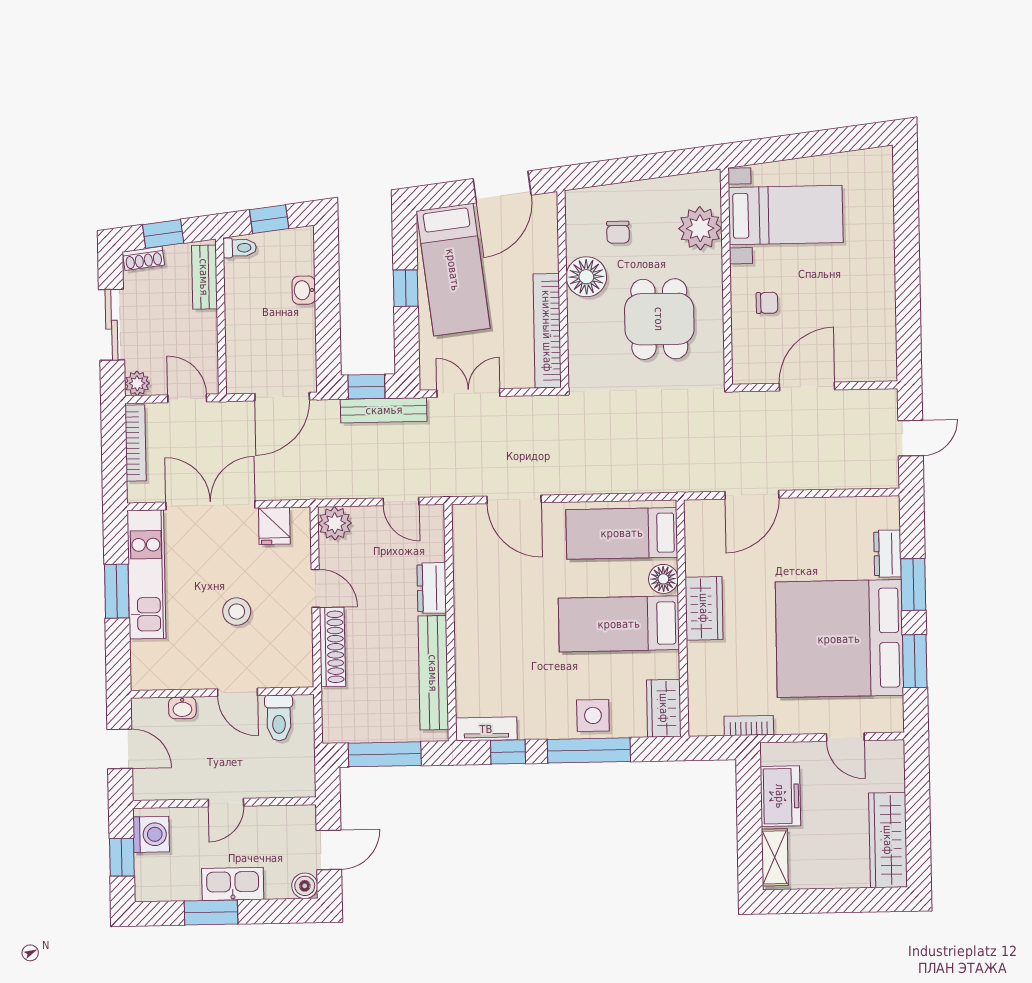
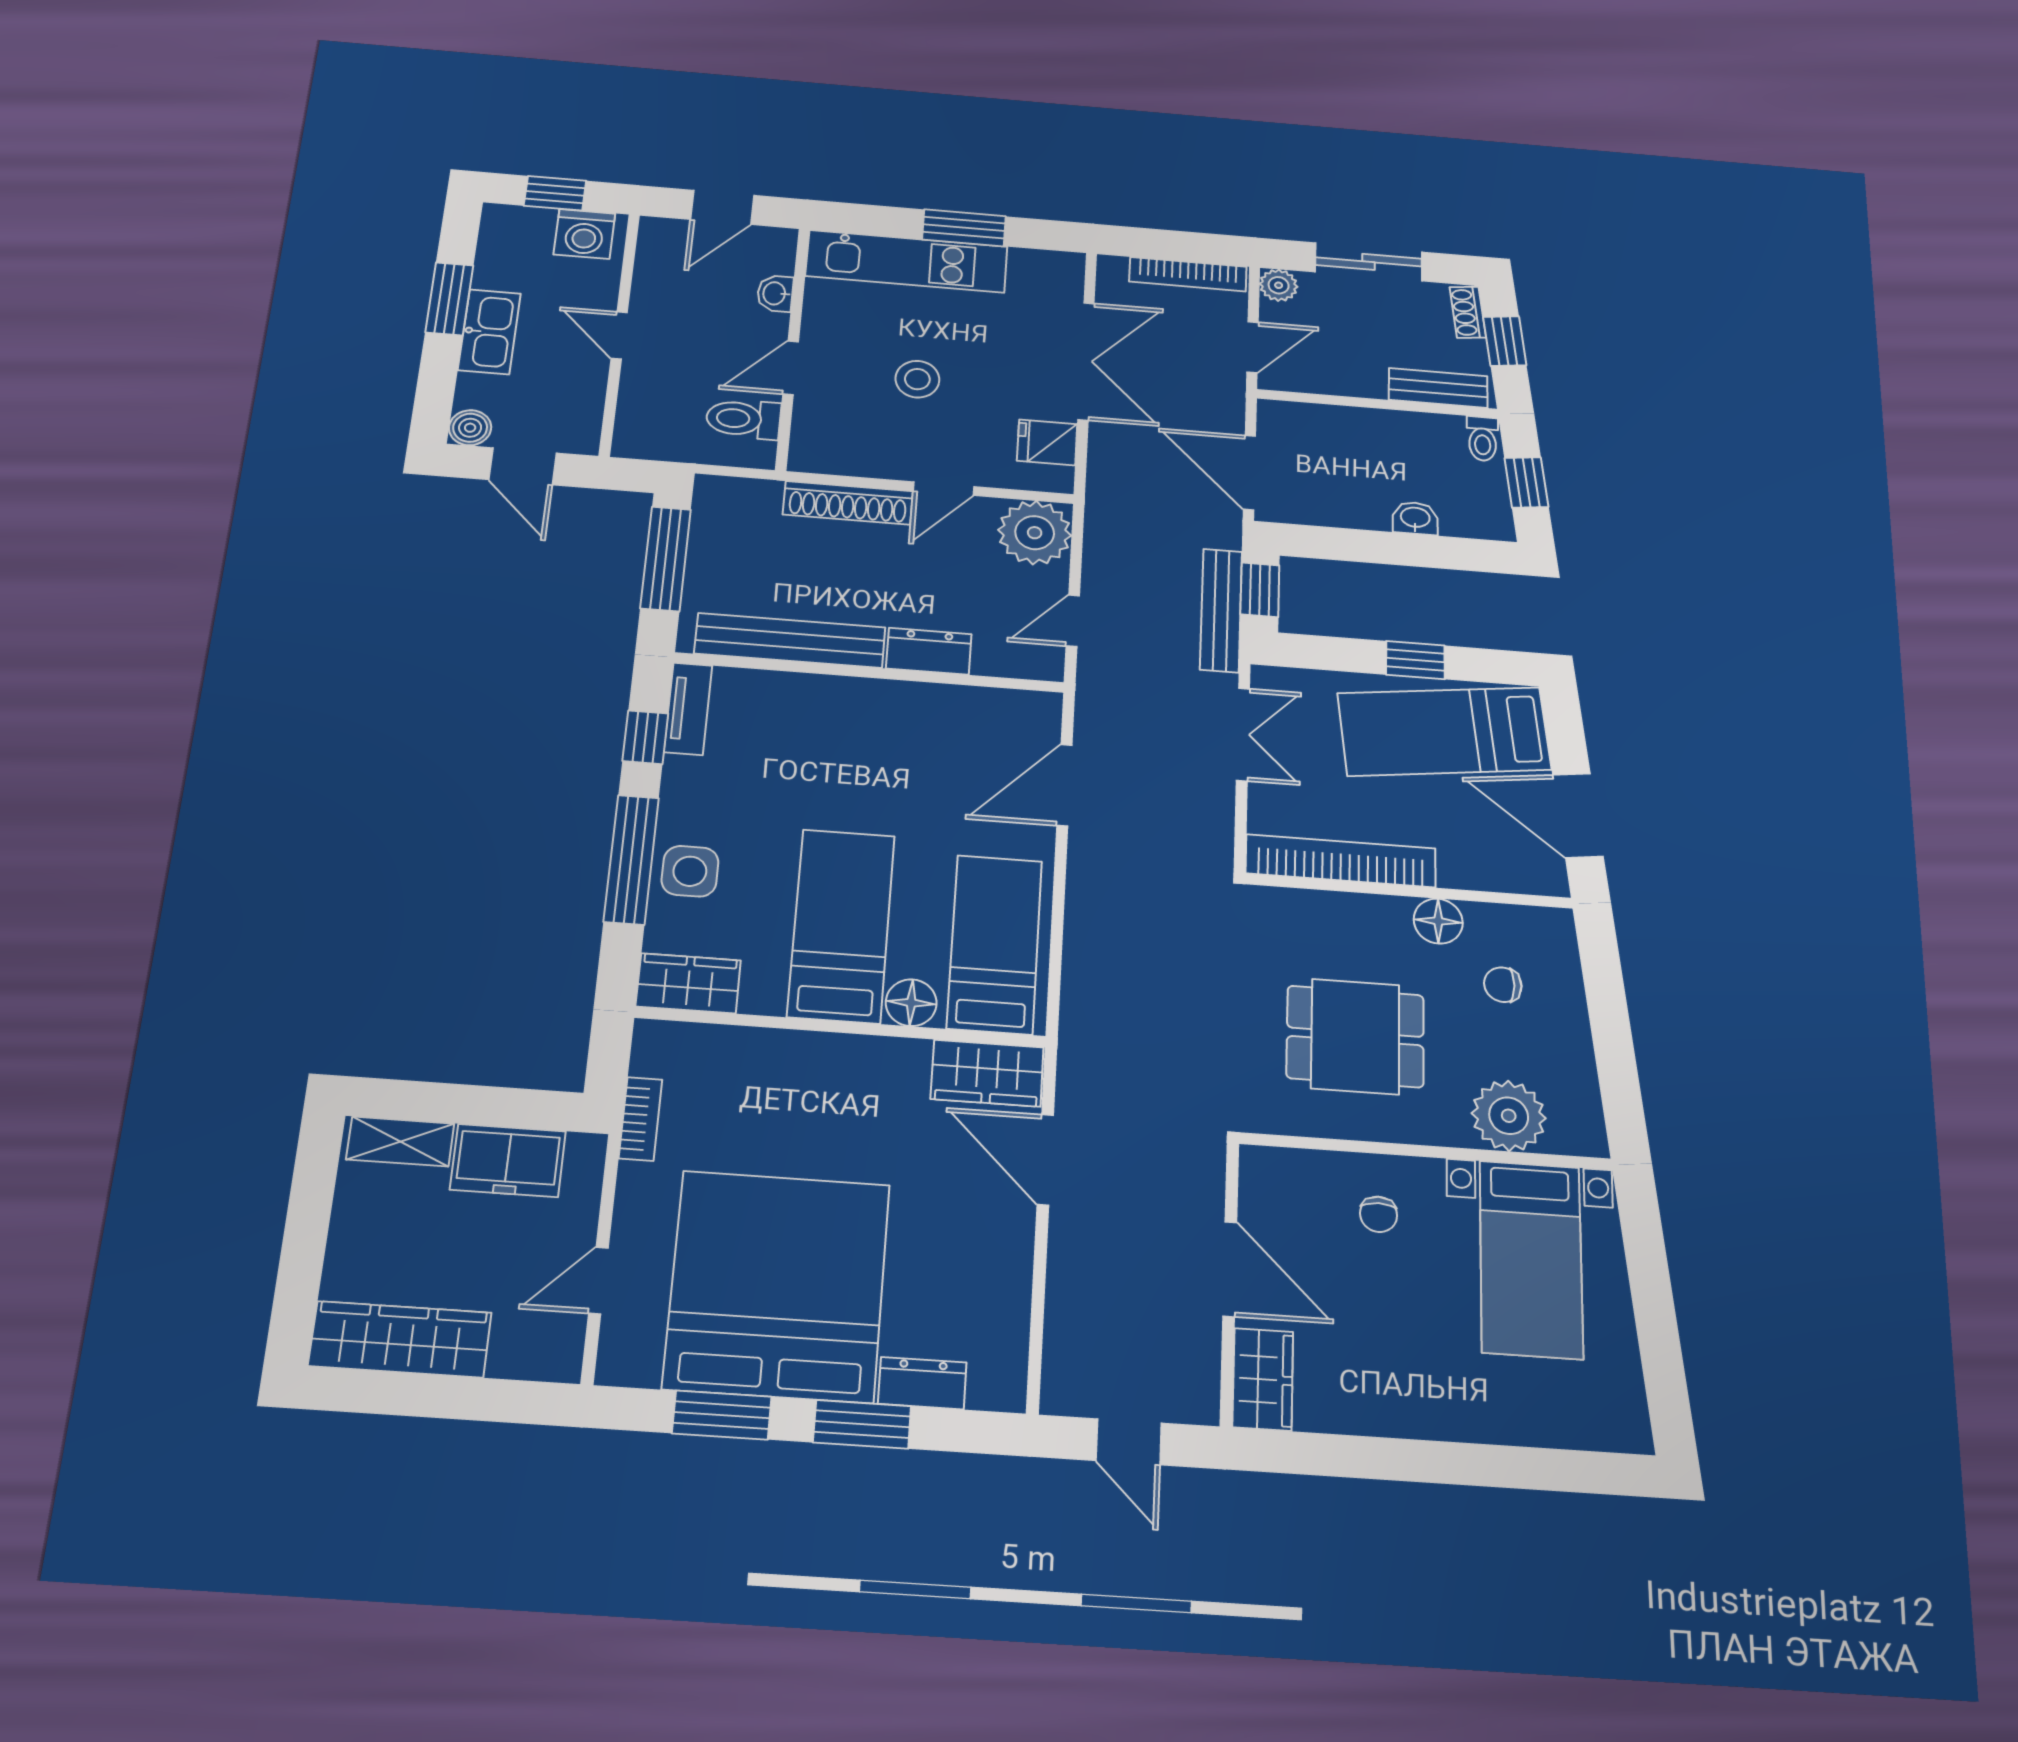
floor lamp: (586, 277) -> (1438, 921), width x0.73, depth x0.73
wardrobe: (869, 365) -> (1263, 1379), added
plant: (335, 523) -> (1035, 533), width x1.36, depth x1.36
kitchen unit: (146, 574) -> (907, 261), moved
wardrobe: (704, 608) -> (987, 1073), moved

